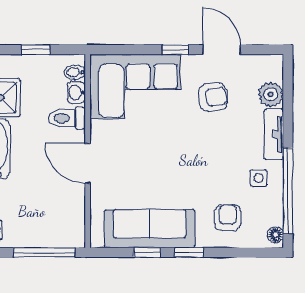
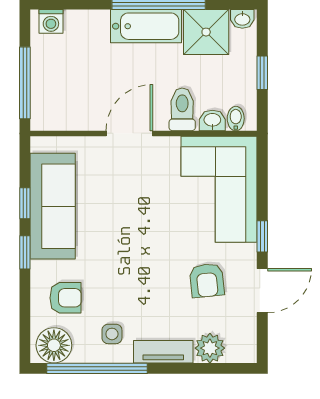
floor lamp: (275, 235) -> (54, 345), width x1.89, depth x1.89

